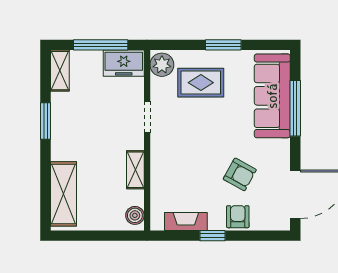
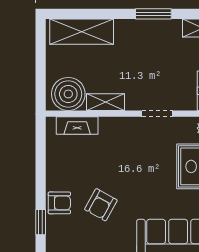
boiler: (135, 215) -> (68, 94), width x1.86, depth x1.86
fireplace: (186, 222) -> (77, 126), moved, turned 90
window: (212, 236) -> (41, 222), moved

